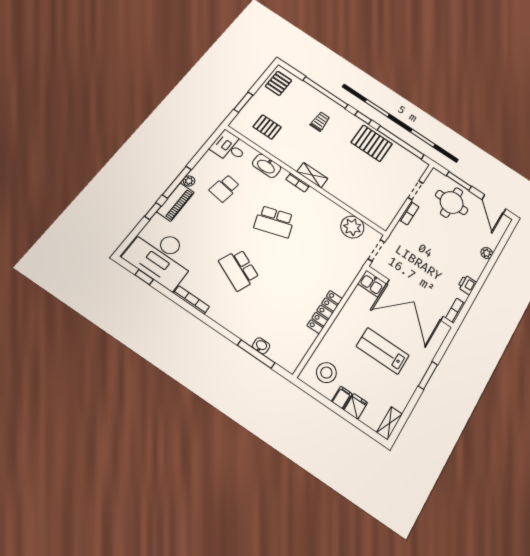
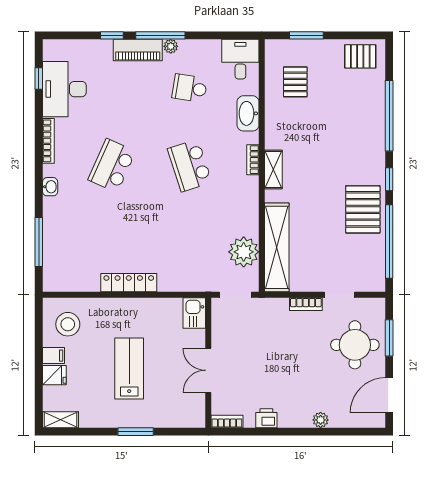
trolley: (320, 121) -> (347, 134), removed
shelving: (362, 206) -> (277, 247), added
desk: (161, 256) -> (64, 89), width x0.73, depth x0.77
double door: (415, 300) -> (208, 370), width x0.54
washbasin: (261, 346) -> (50, 187), moved

